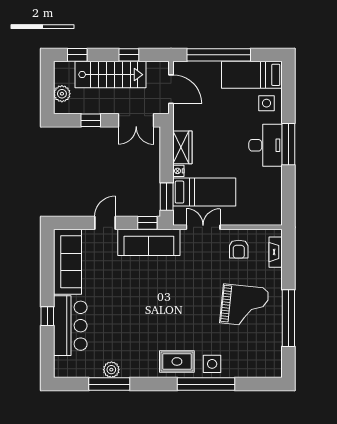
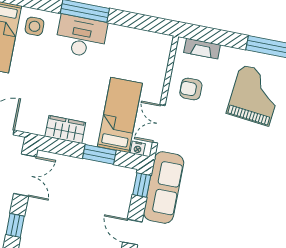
nightstand: (178, 171) -> (138, 148), moved
window: (167, 197) -> (99, 154), moved
armchair: (239, 249) -> (191, 89), turned 180

